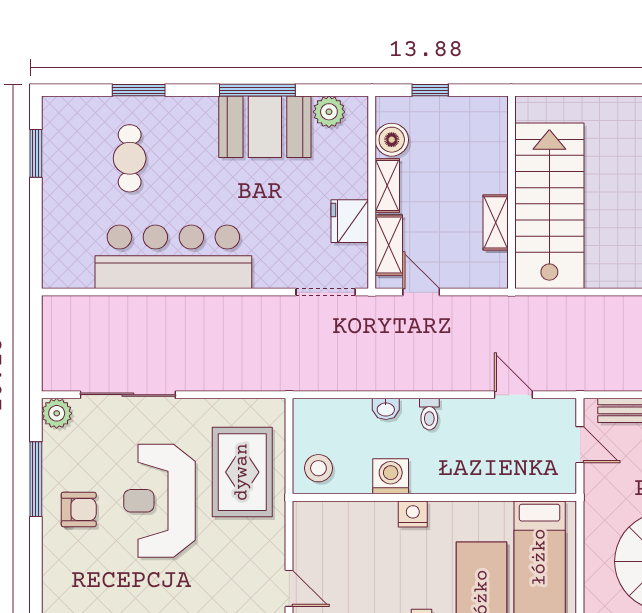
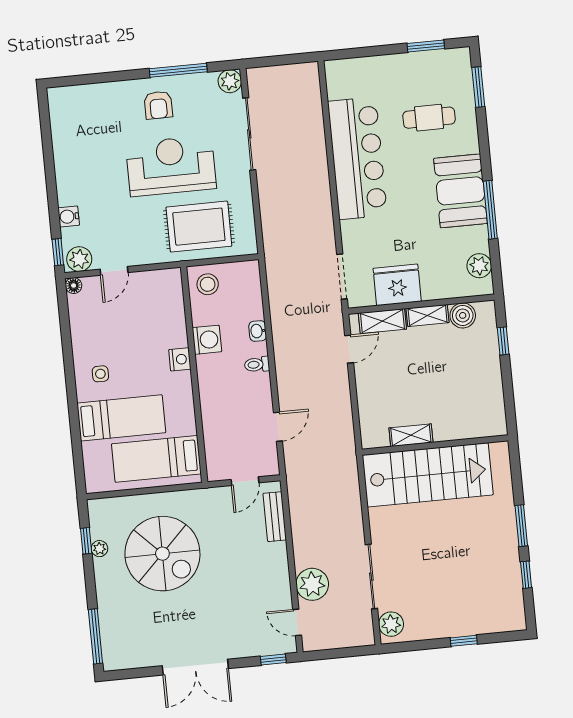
window: (139, 90) -> (478, 87), moved
booth: (265, 127) -> (460, 191), moved
wall: (511, 192) -> (435, 445), moved
stairs: (549, 206) -> (428, 475), moved
fridge: (350, 221) -> (397, 285), width x1.36, depth x1.34
shelving: (496, 222) -> (411, 435), moved

